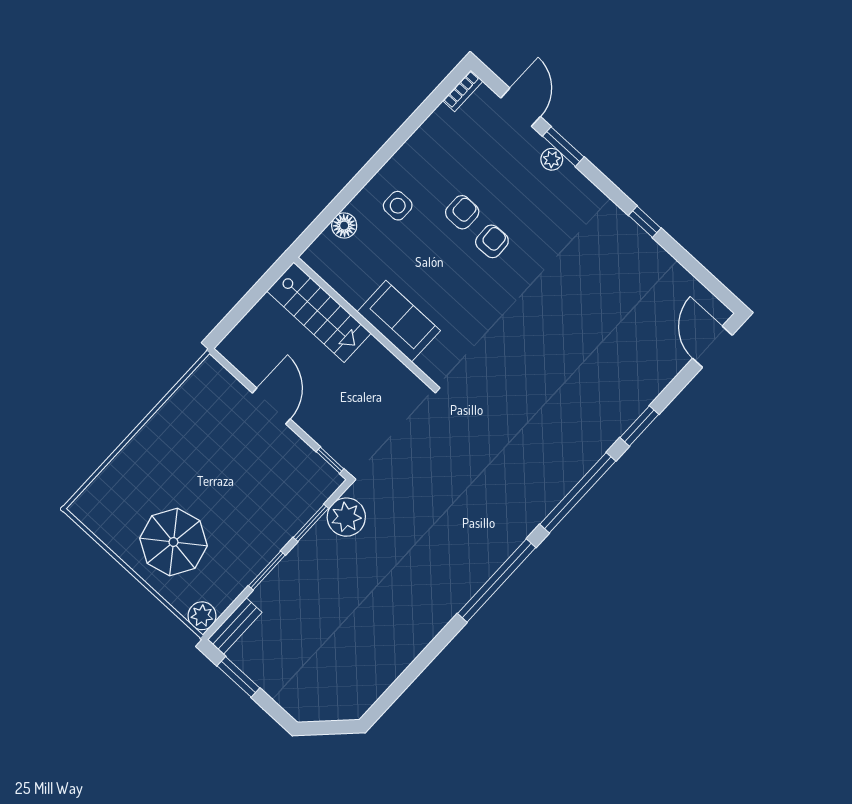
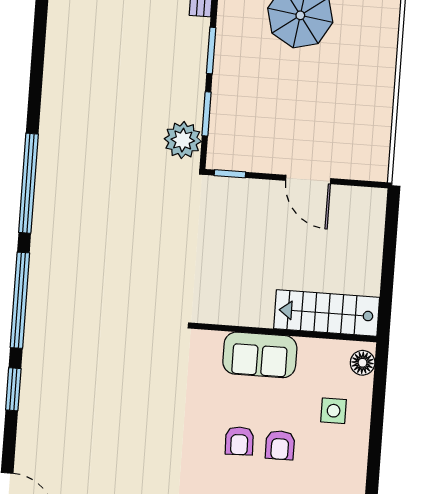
stairs: (319, 312) -> (327, 313), moved
sofa: (399, 321) -> (260, 355), moved
wall: (364, 323) -> (285, 333), moved

